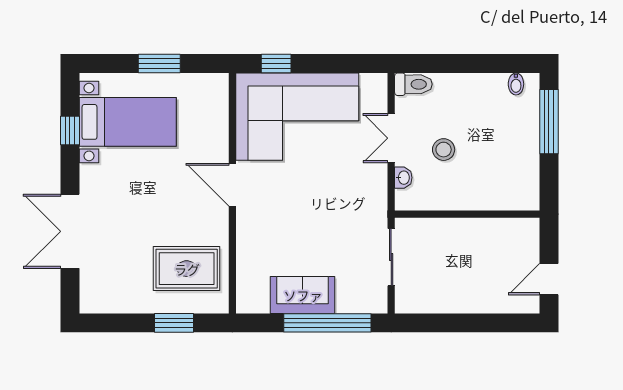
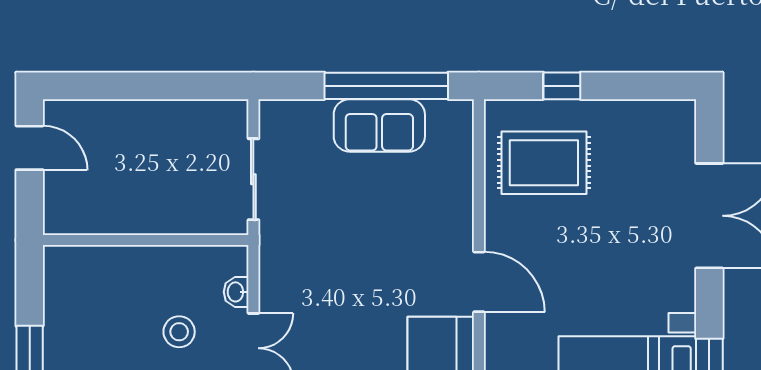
door: (549, 279) -> (30, 148), hinge flipped
window: (174, 323) -> (562, 86), width x0.67
window: (327, 323) -> (386, 86), moved

